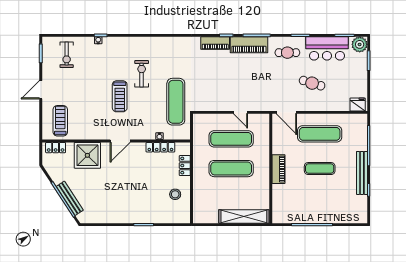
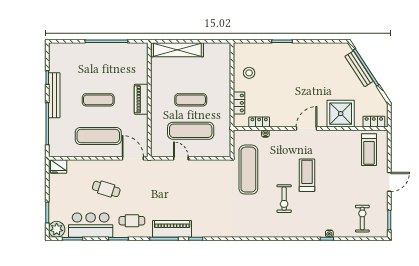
piano: (215, 43) -> (207, 231), removed
locker: (160, 147) -> (259, 122), width x0.66
exercise mat: (231, 169) -> (191, 100), width x0.73, depth x0.69

